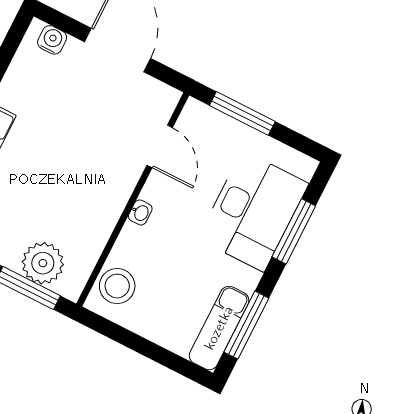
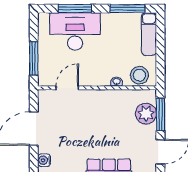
washbasin: (140, 212) -> (116, 82), moved
exam couch: (219, 328) -> (149, 34), moved, turned 90

